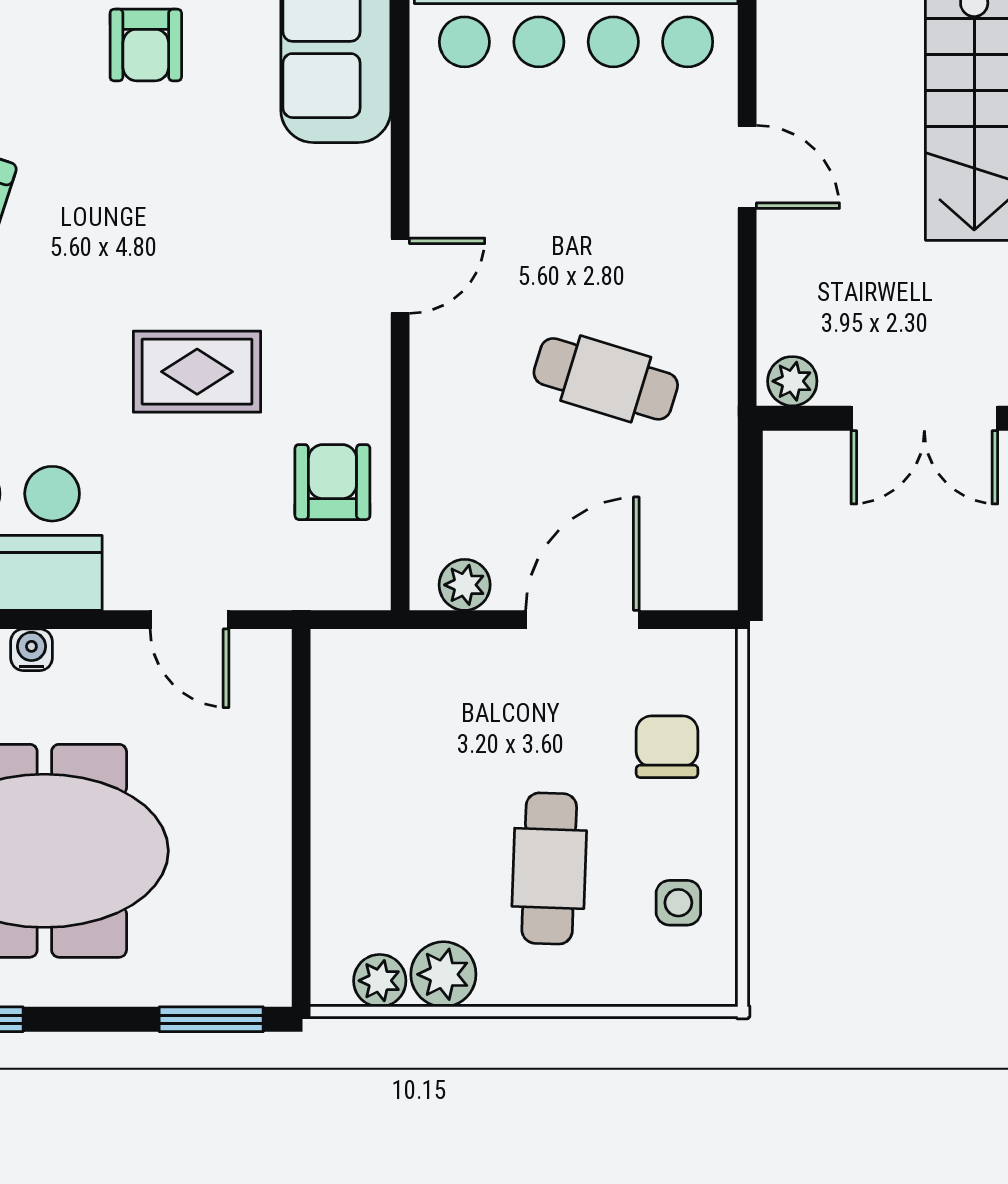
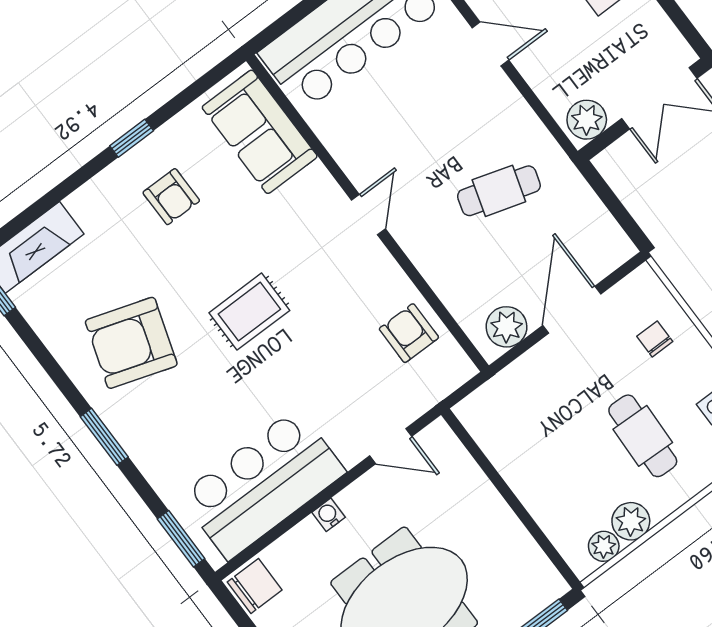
rug: (197, 372) -> (249, 312), moved
plant: (792, 381) -> (587, 120), width x1.38, depth x1.38
plant: (465, 585) -> (506, 327), width x1.38, depth x1.38
chair: (667, 747) -> (655, 339), width x0.73, depth x0.73

